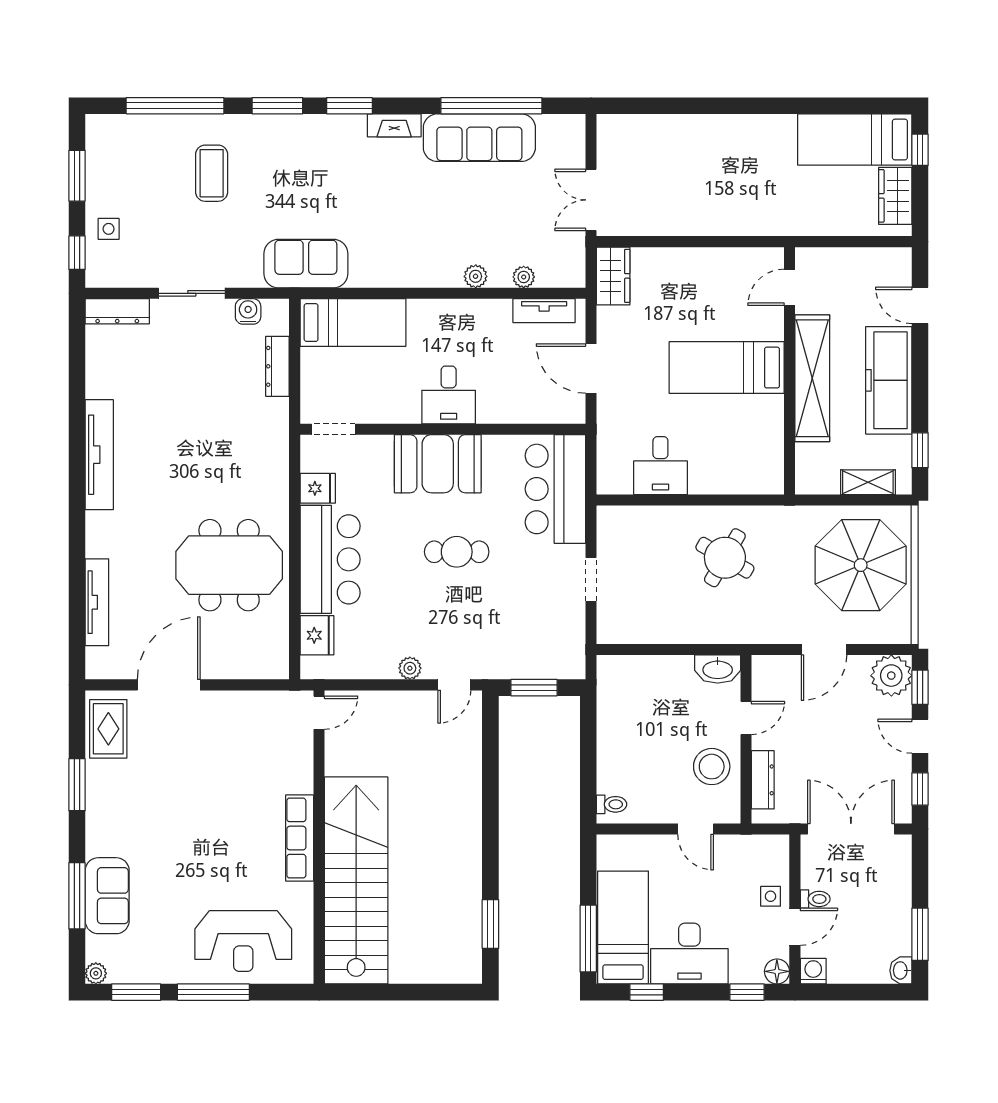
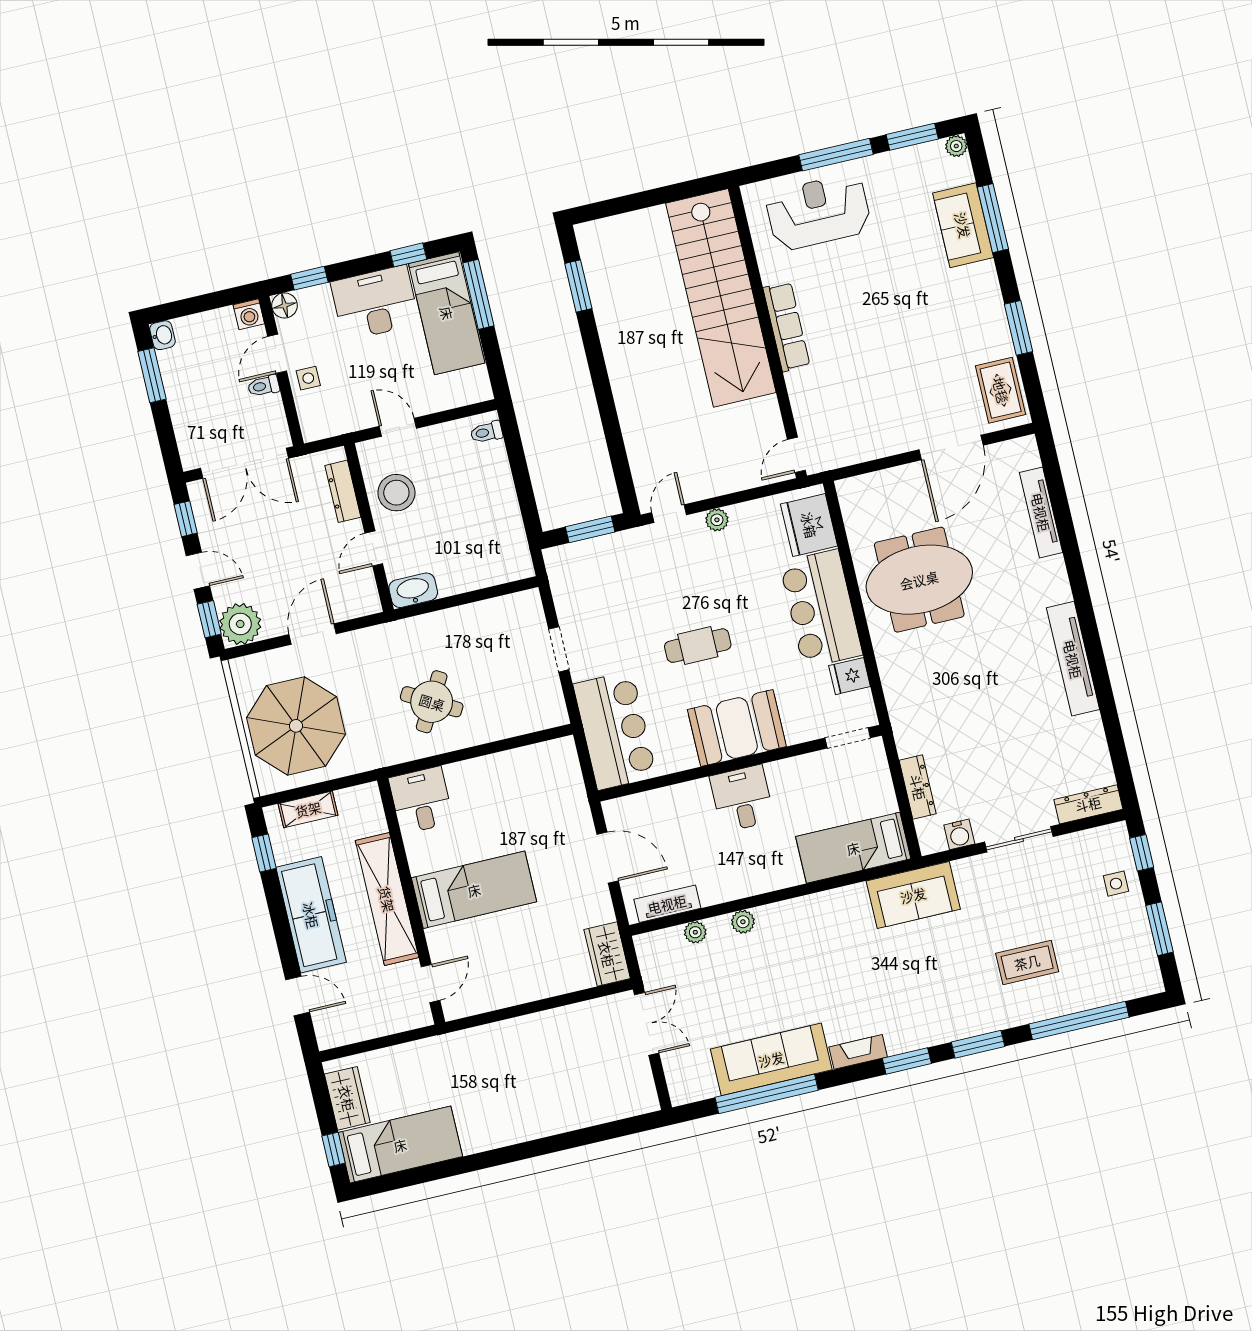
coffee table: (212, 173) -> (1027, 962), turned 90
desk: (660, 466) -> (421, 800), moved
fridge: (317, 635) -> (809, 525), width x1.36, depth x1.34

